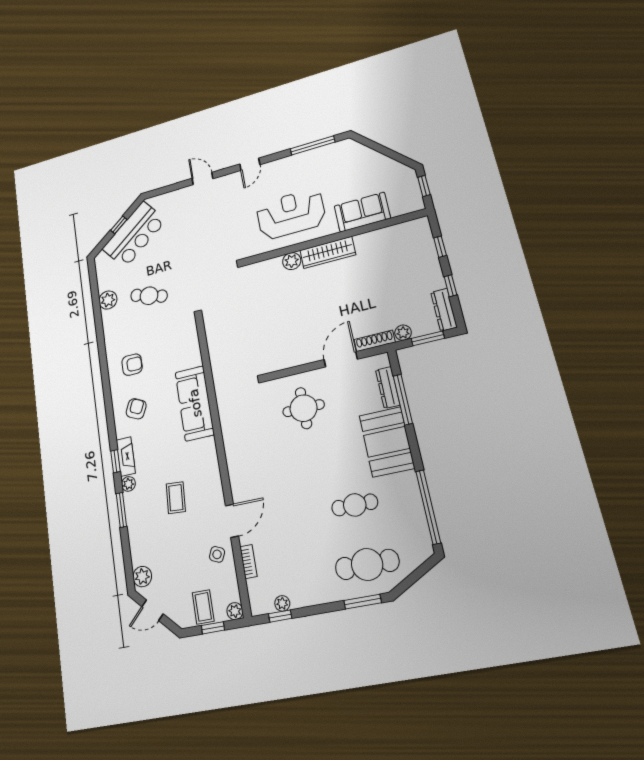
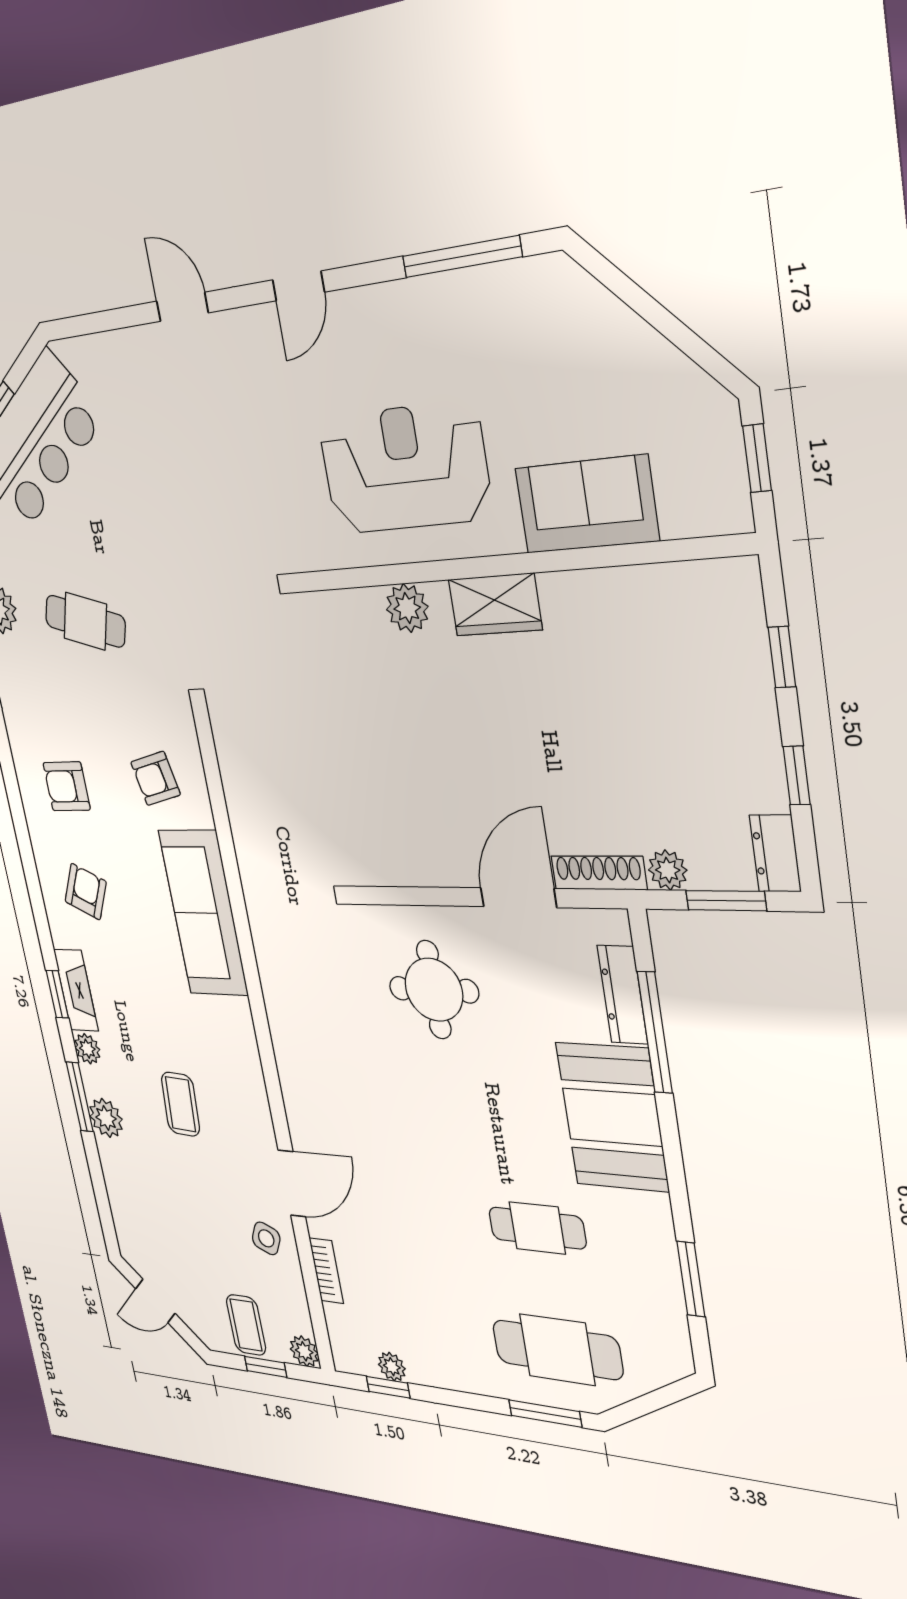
wardrobe: (328, 252) -> (495, 605), width x0.67
dresser: (444, 310) -> (775, 853), width x0.70
armchair: (176, 351) -> (156, 778), added
armchair: (132, 365) -> (67, 786), turned 180
window: (428, 507) -> (691, 1279), width x0.47
plant: (142, 577) -> (106, 1118), moved

